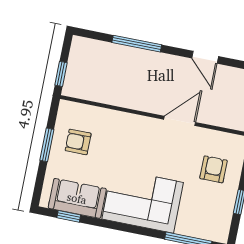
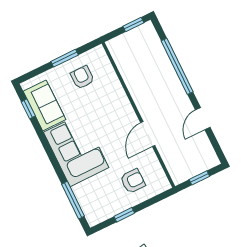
window: (137, 44) -> (177, 66), width x1.46
window: (61, 74) -> (133, 24), moved
door: (180, 121) -> (148, 134), swing flipped

